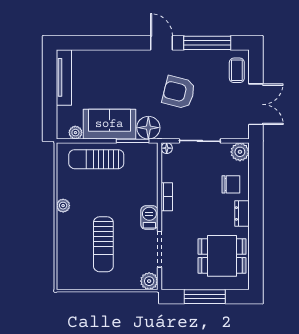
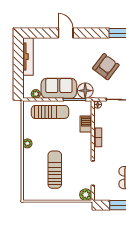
door: (162, 43) -> (66, 33), moved
armchair: (179, 92) -> (106, 67), turned 113
sun lounger: (96, 159) -> (50, 112), turned 180
barbecue: (149, 218) -> (86, 124), moved
sun lounger: (103, 244) -> (55, 170), turned 180

